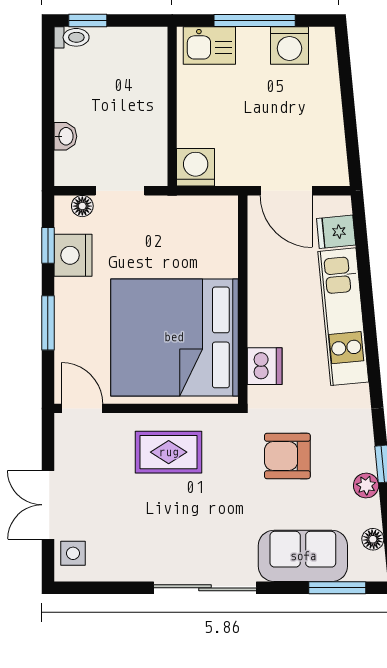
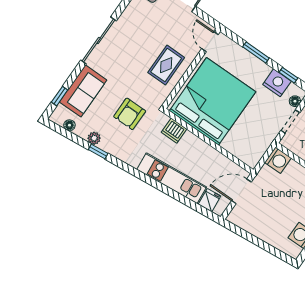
door: (82, 408) -> (210, 42), swing flipped
armchair: (287, 456) -> (130, 114), turned 180
window: (337, 588) -> (60, 96), width x0.67

